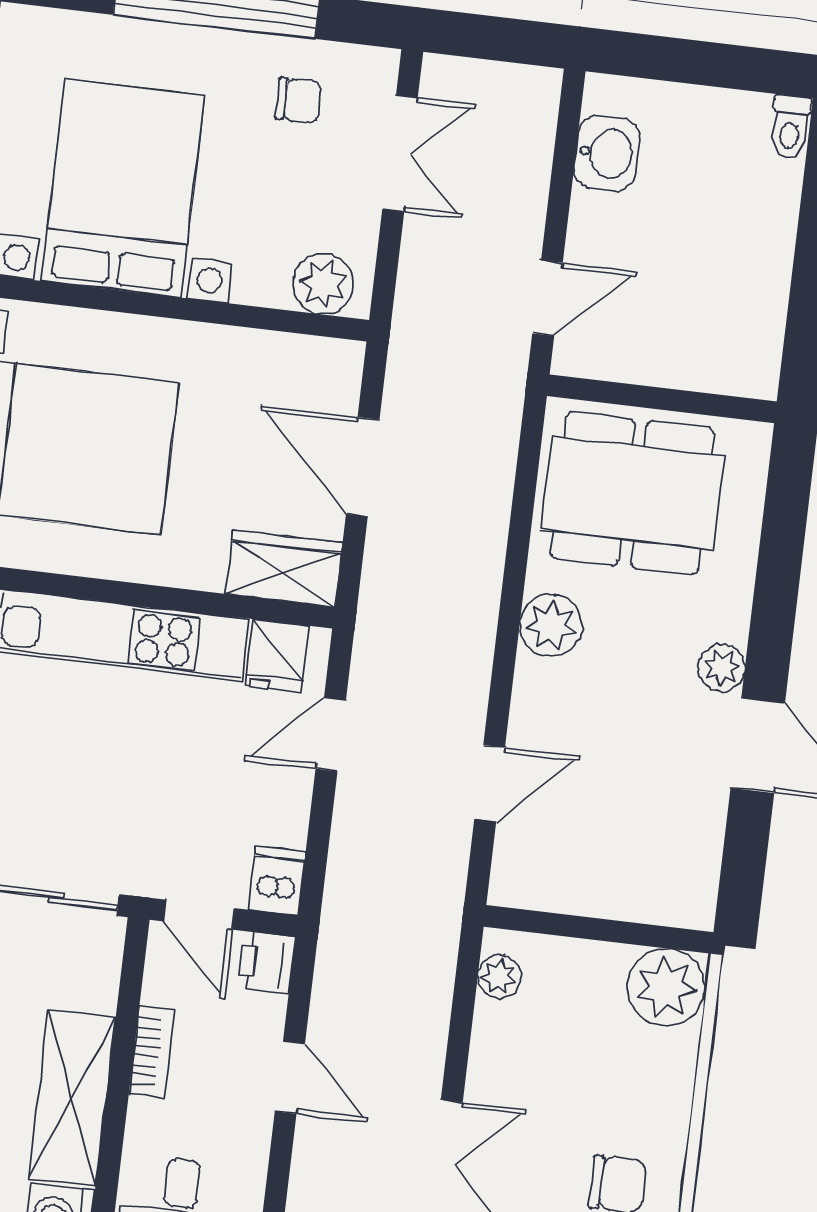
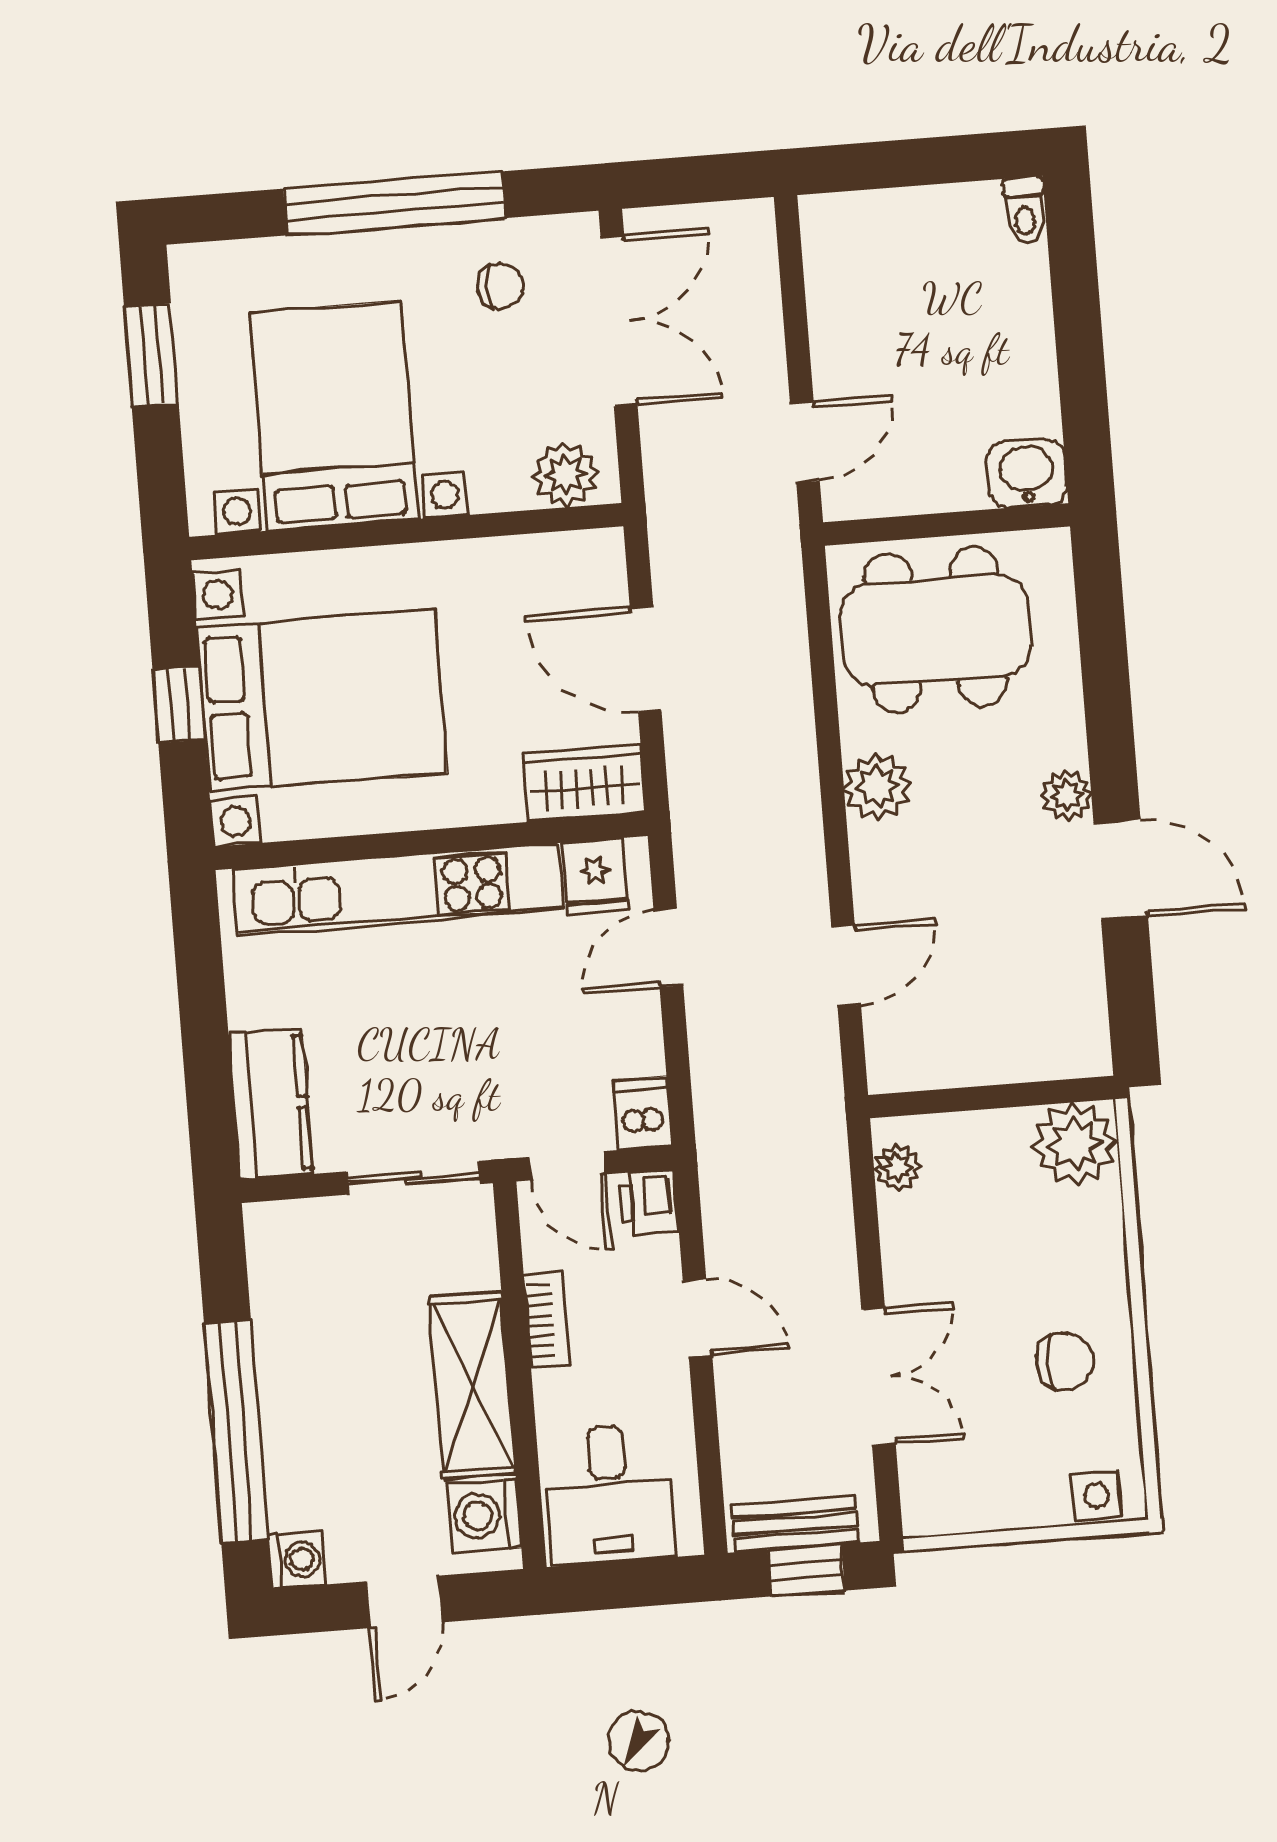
double door: (400, 153) -> (619, 321), width x1.37
washbasin: (607, 153) -> (1027, 473), moved, turned -90

